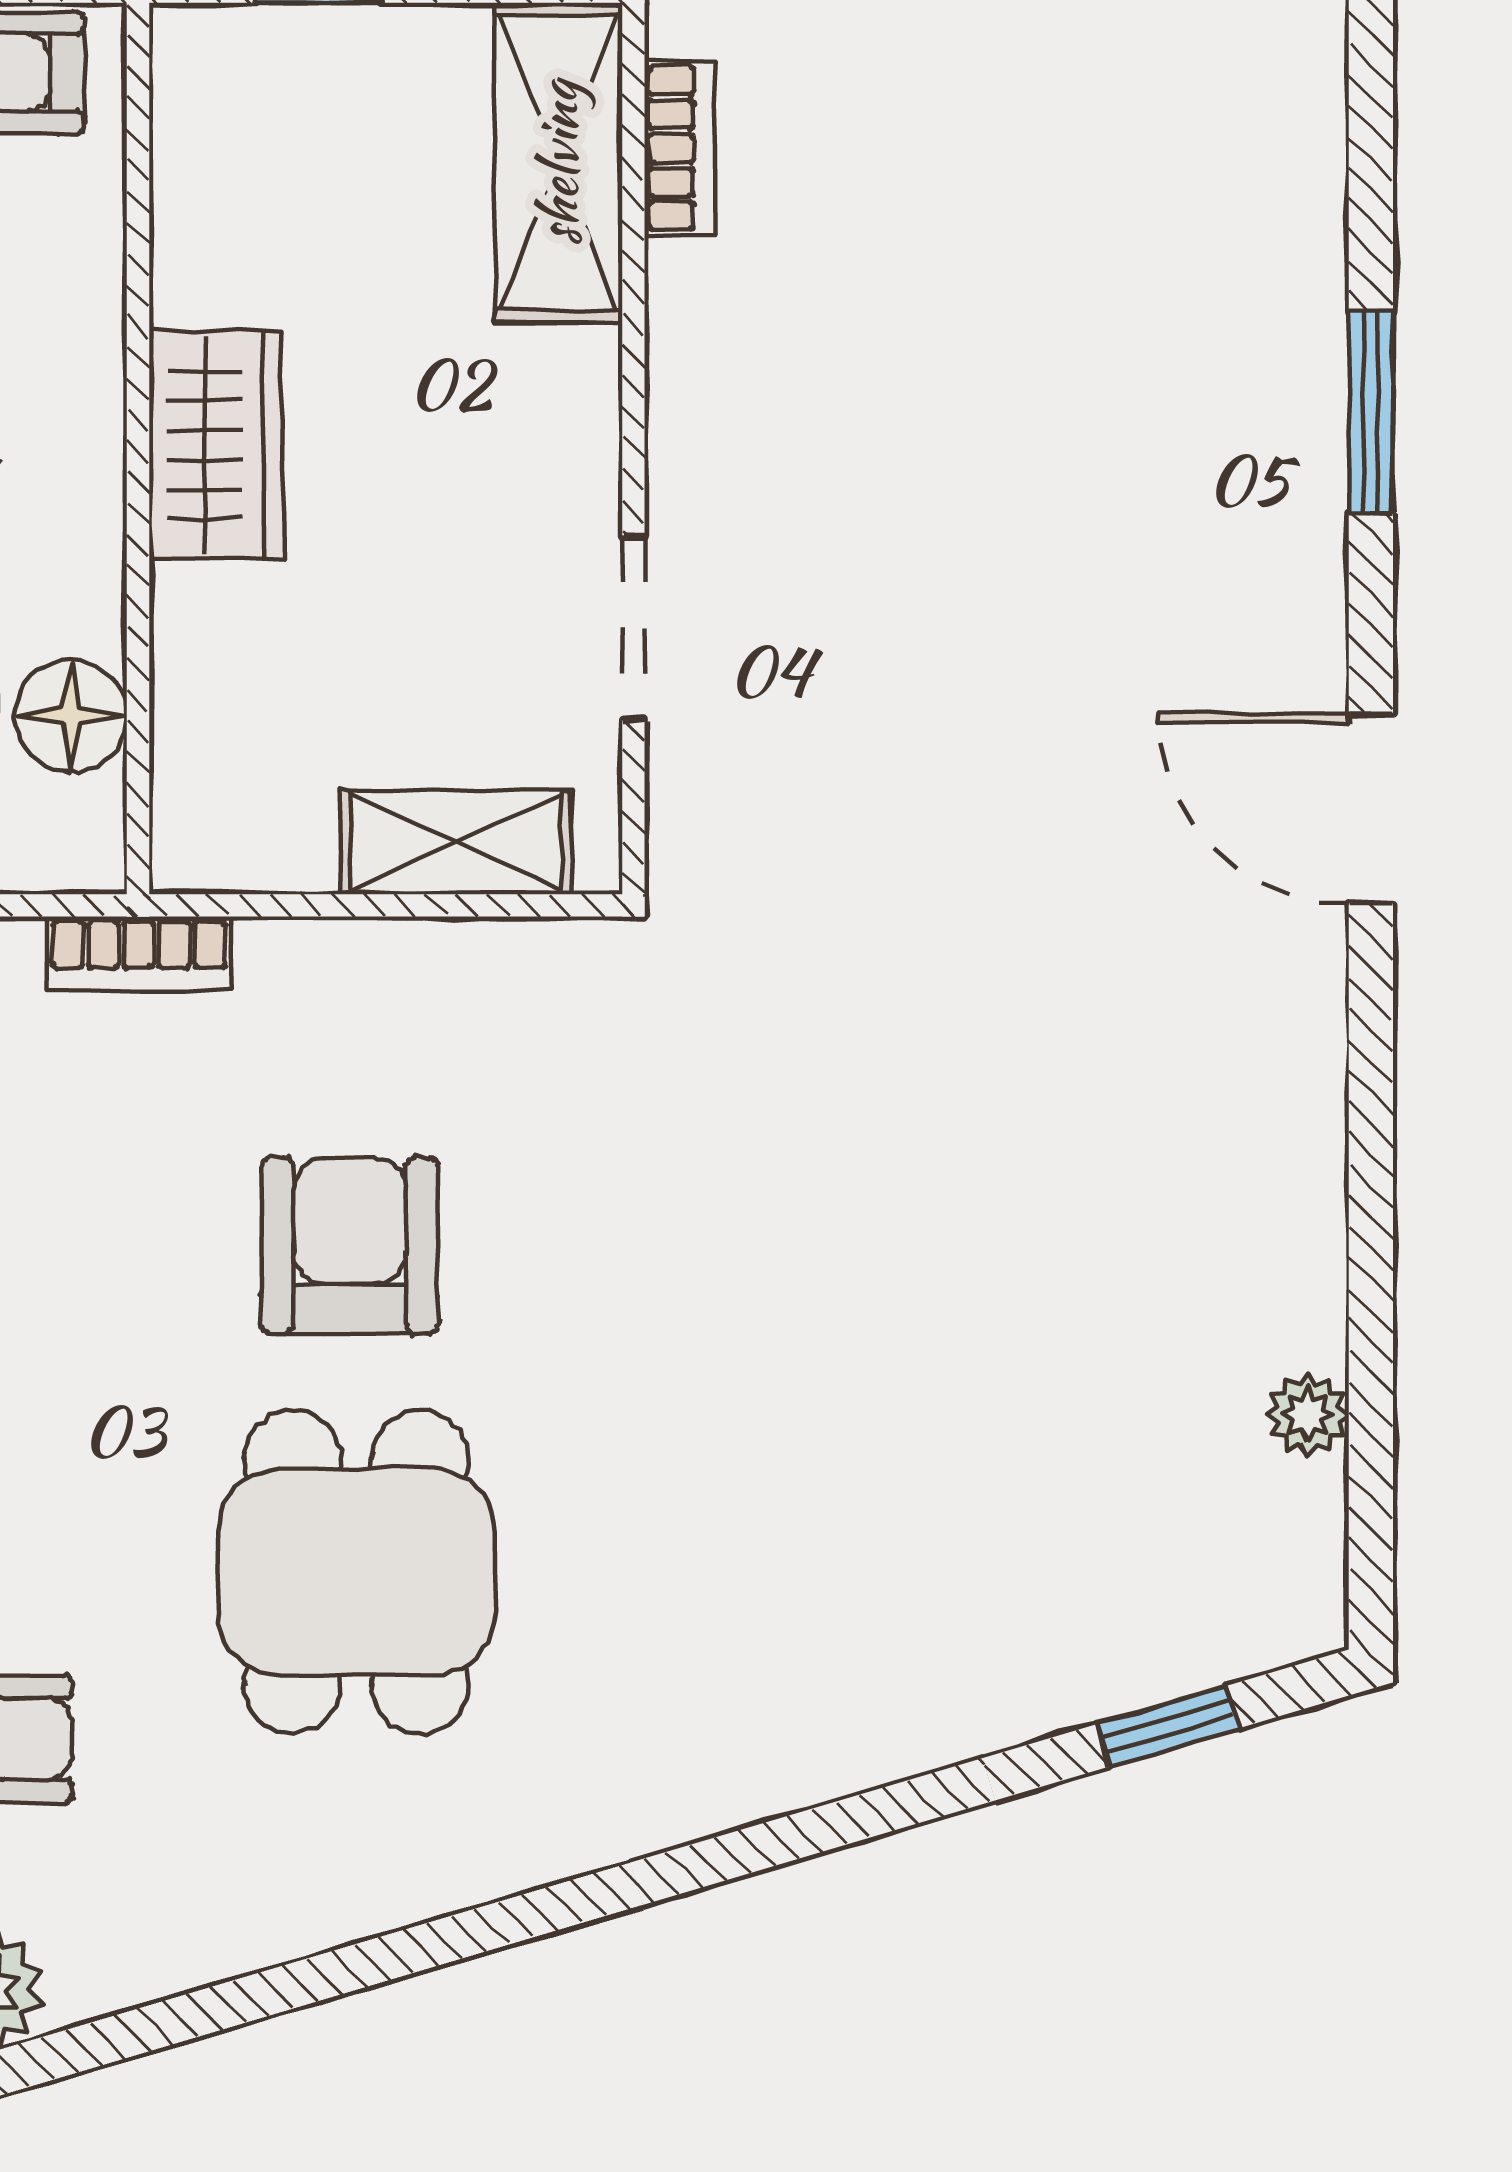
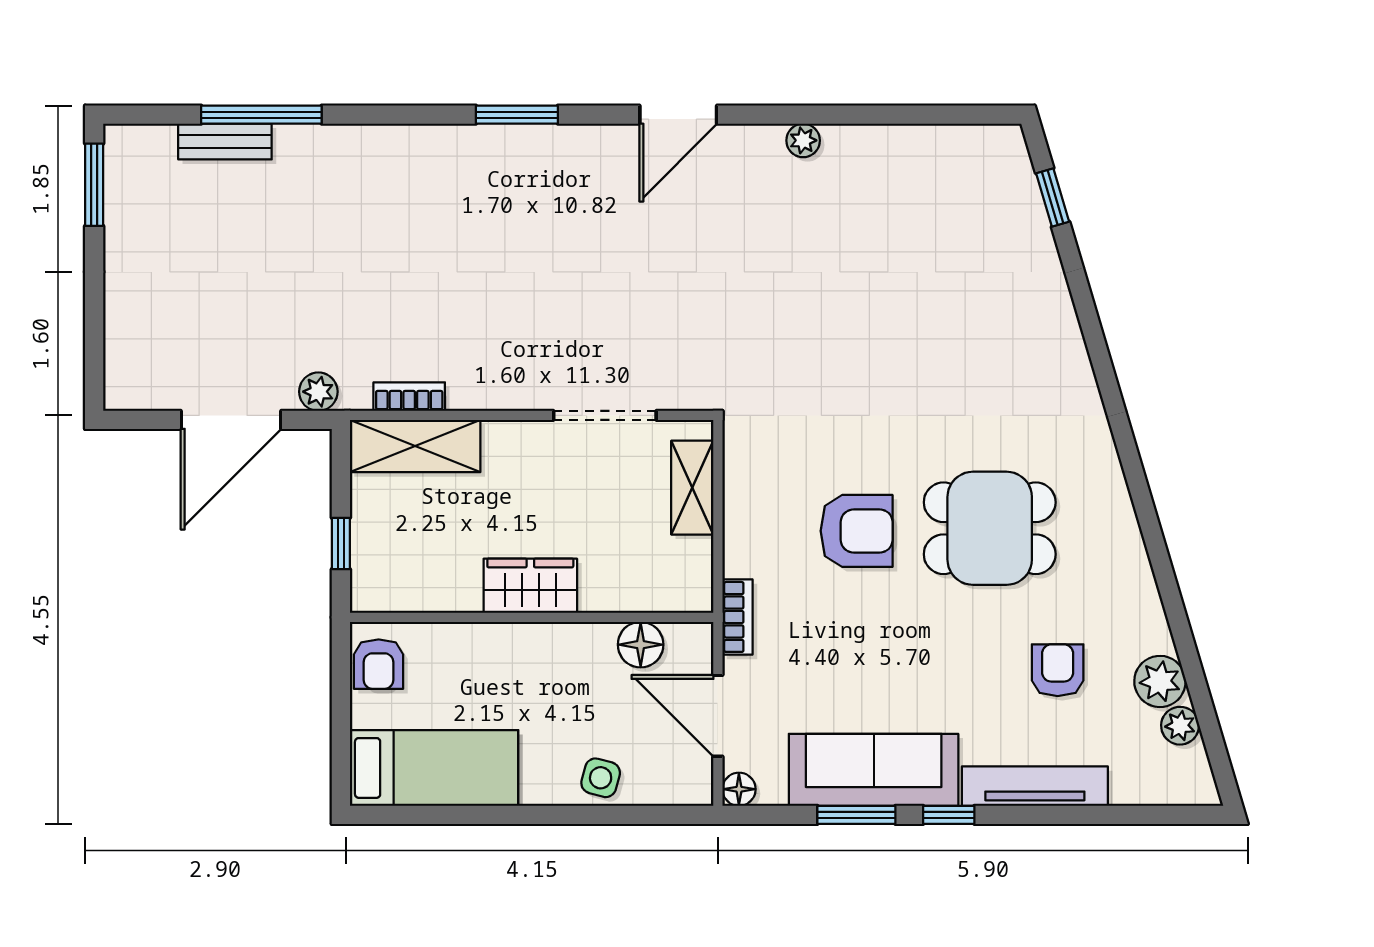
doorway: (633, 628) -> (605, 415), width x1.38
armchair: (350, 1245) -> (857, 531), turned 180
plant: (1308, 1415) -> (803, 140), moved

